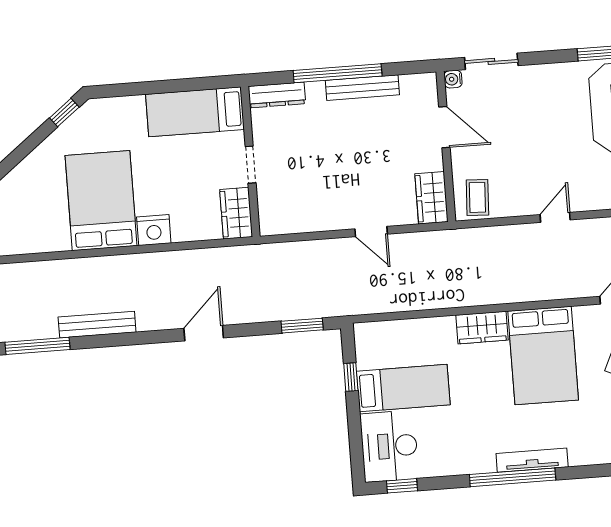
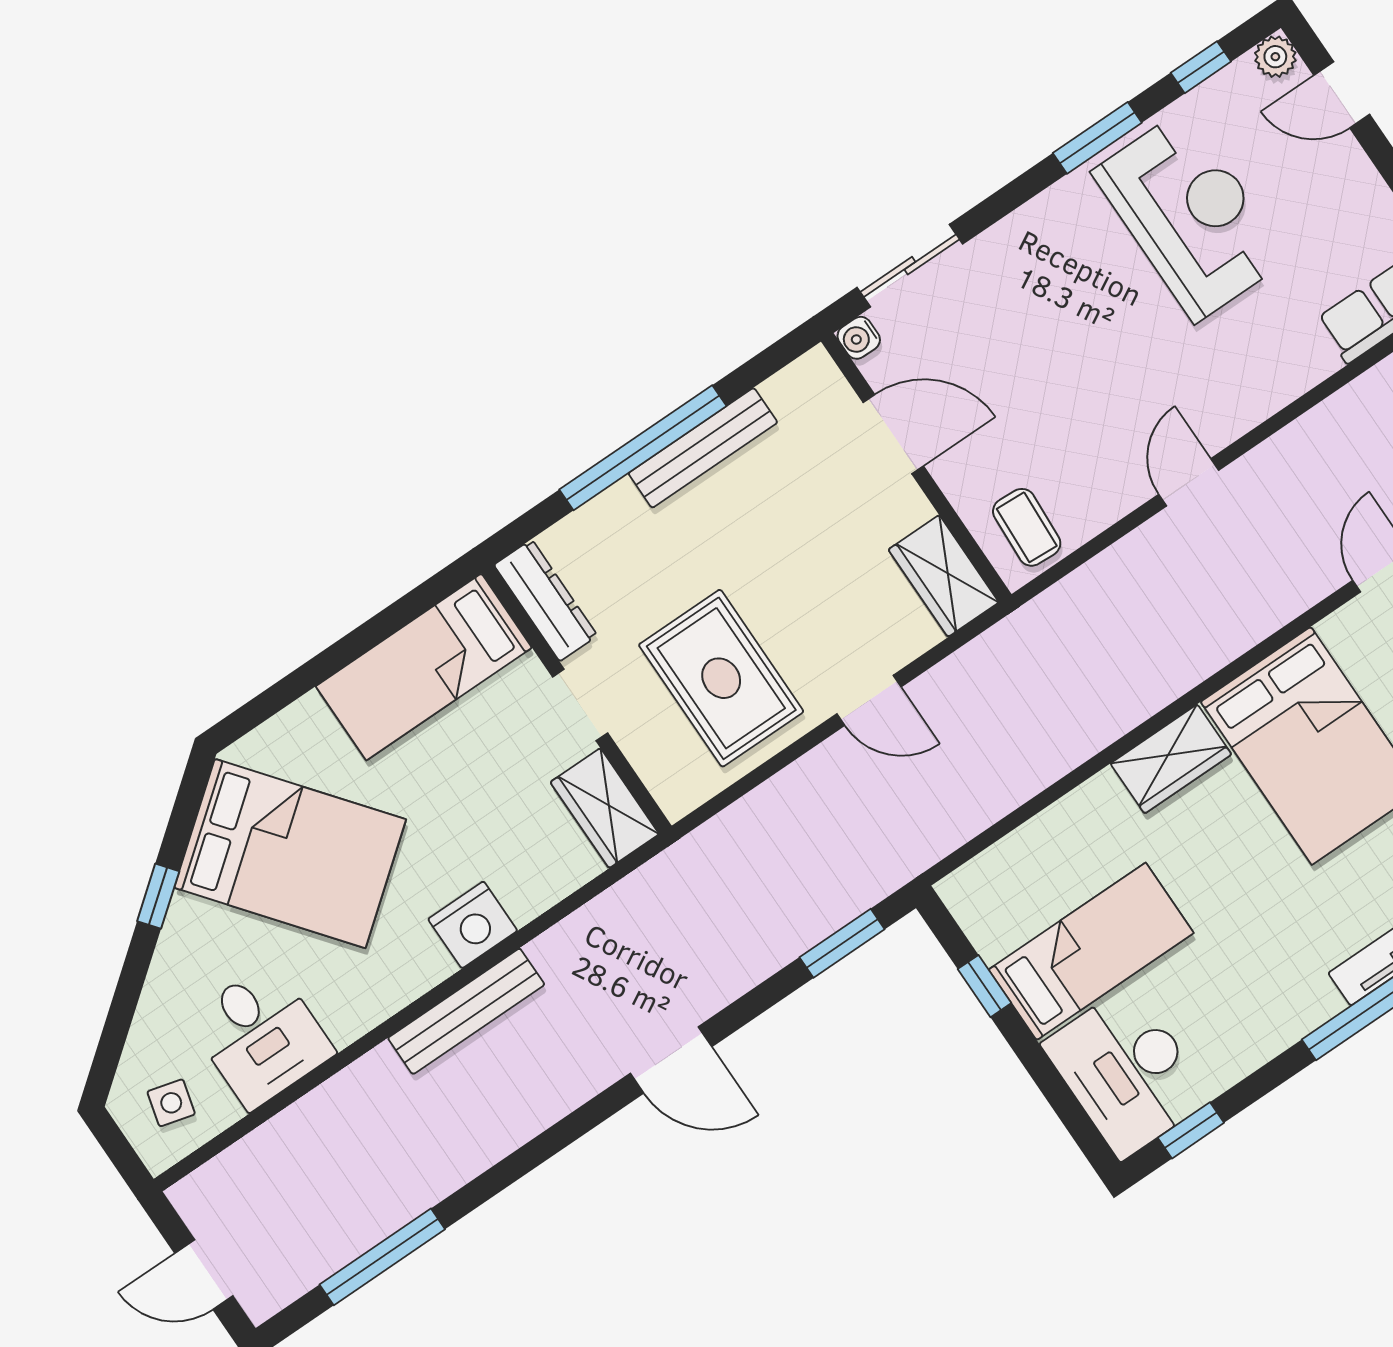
dresser: (277, 95) -> (546, 600), moved, turned -90
window: (64, 112) -> (158, 896), moved
rug: (315, 187) -> (721, 678), added
bed: (101, 201) -> (290, 854), moved, turned 142
desk: (40, 226) -> (261, 1036), added
bench: (97, 325) -> (466, 1011), moved
door: (204, 333) -> (671, 1060), swing flipped

